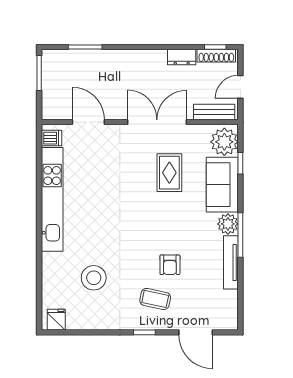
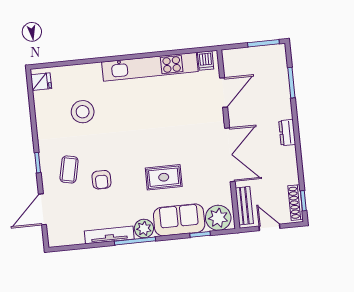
dresser: (182, 57) -> (287, 133), moved
rug: (169, 173) -> (164, 177), moved
armchair: (170, 265) -> (101, 180), turned -90

